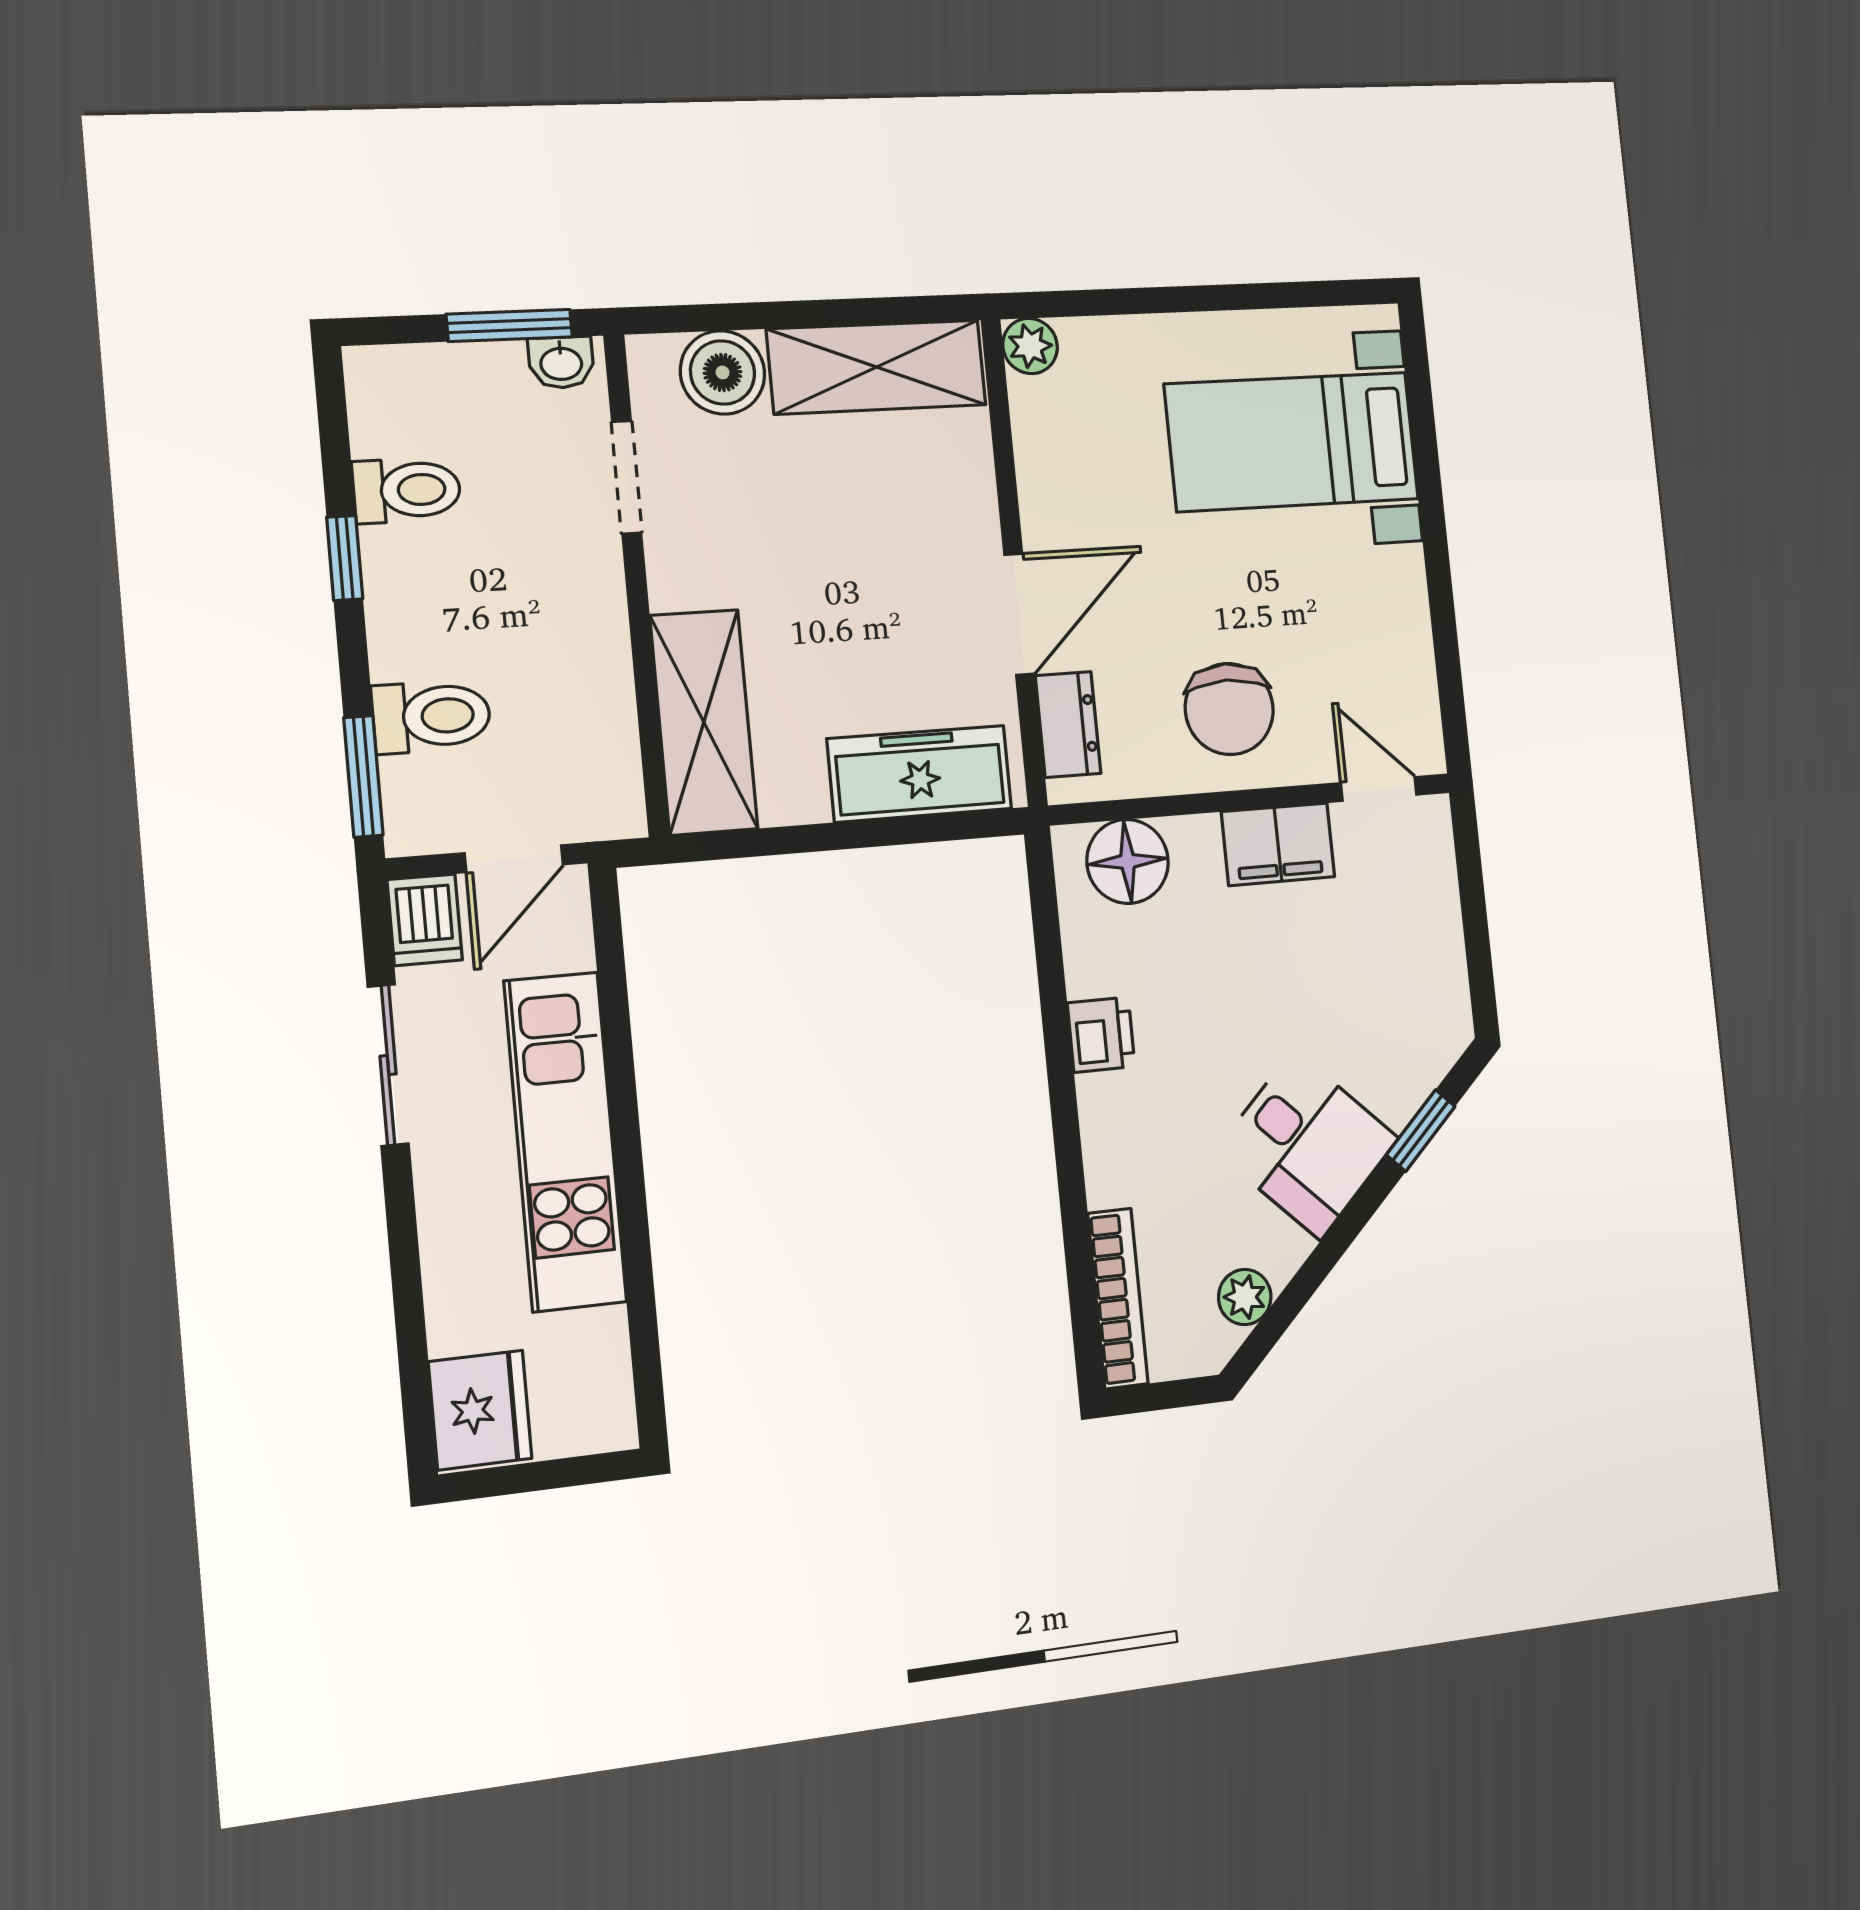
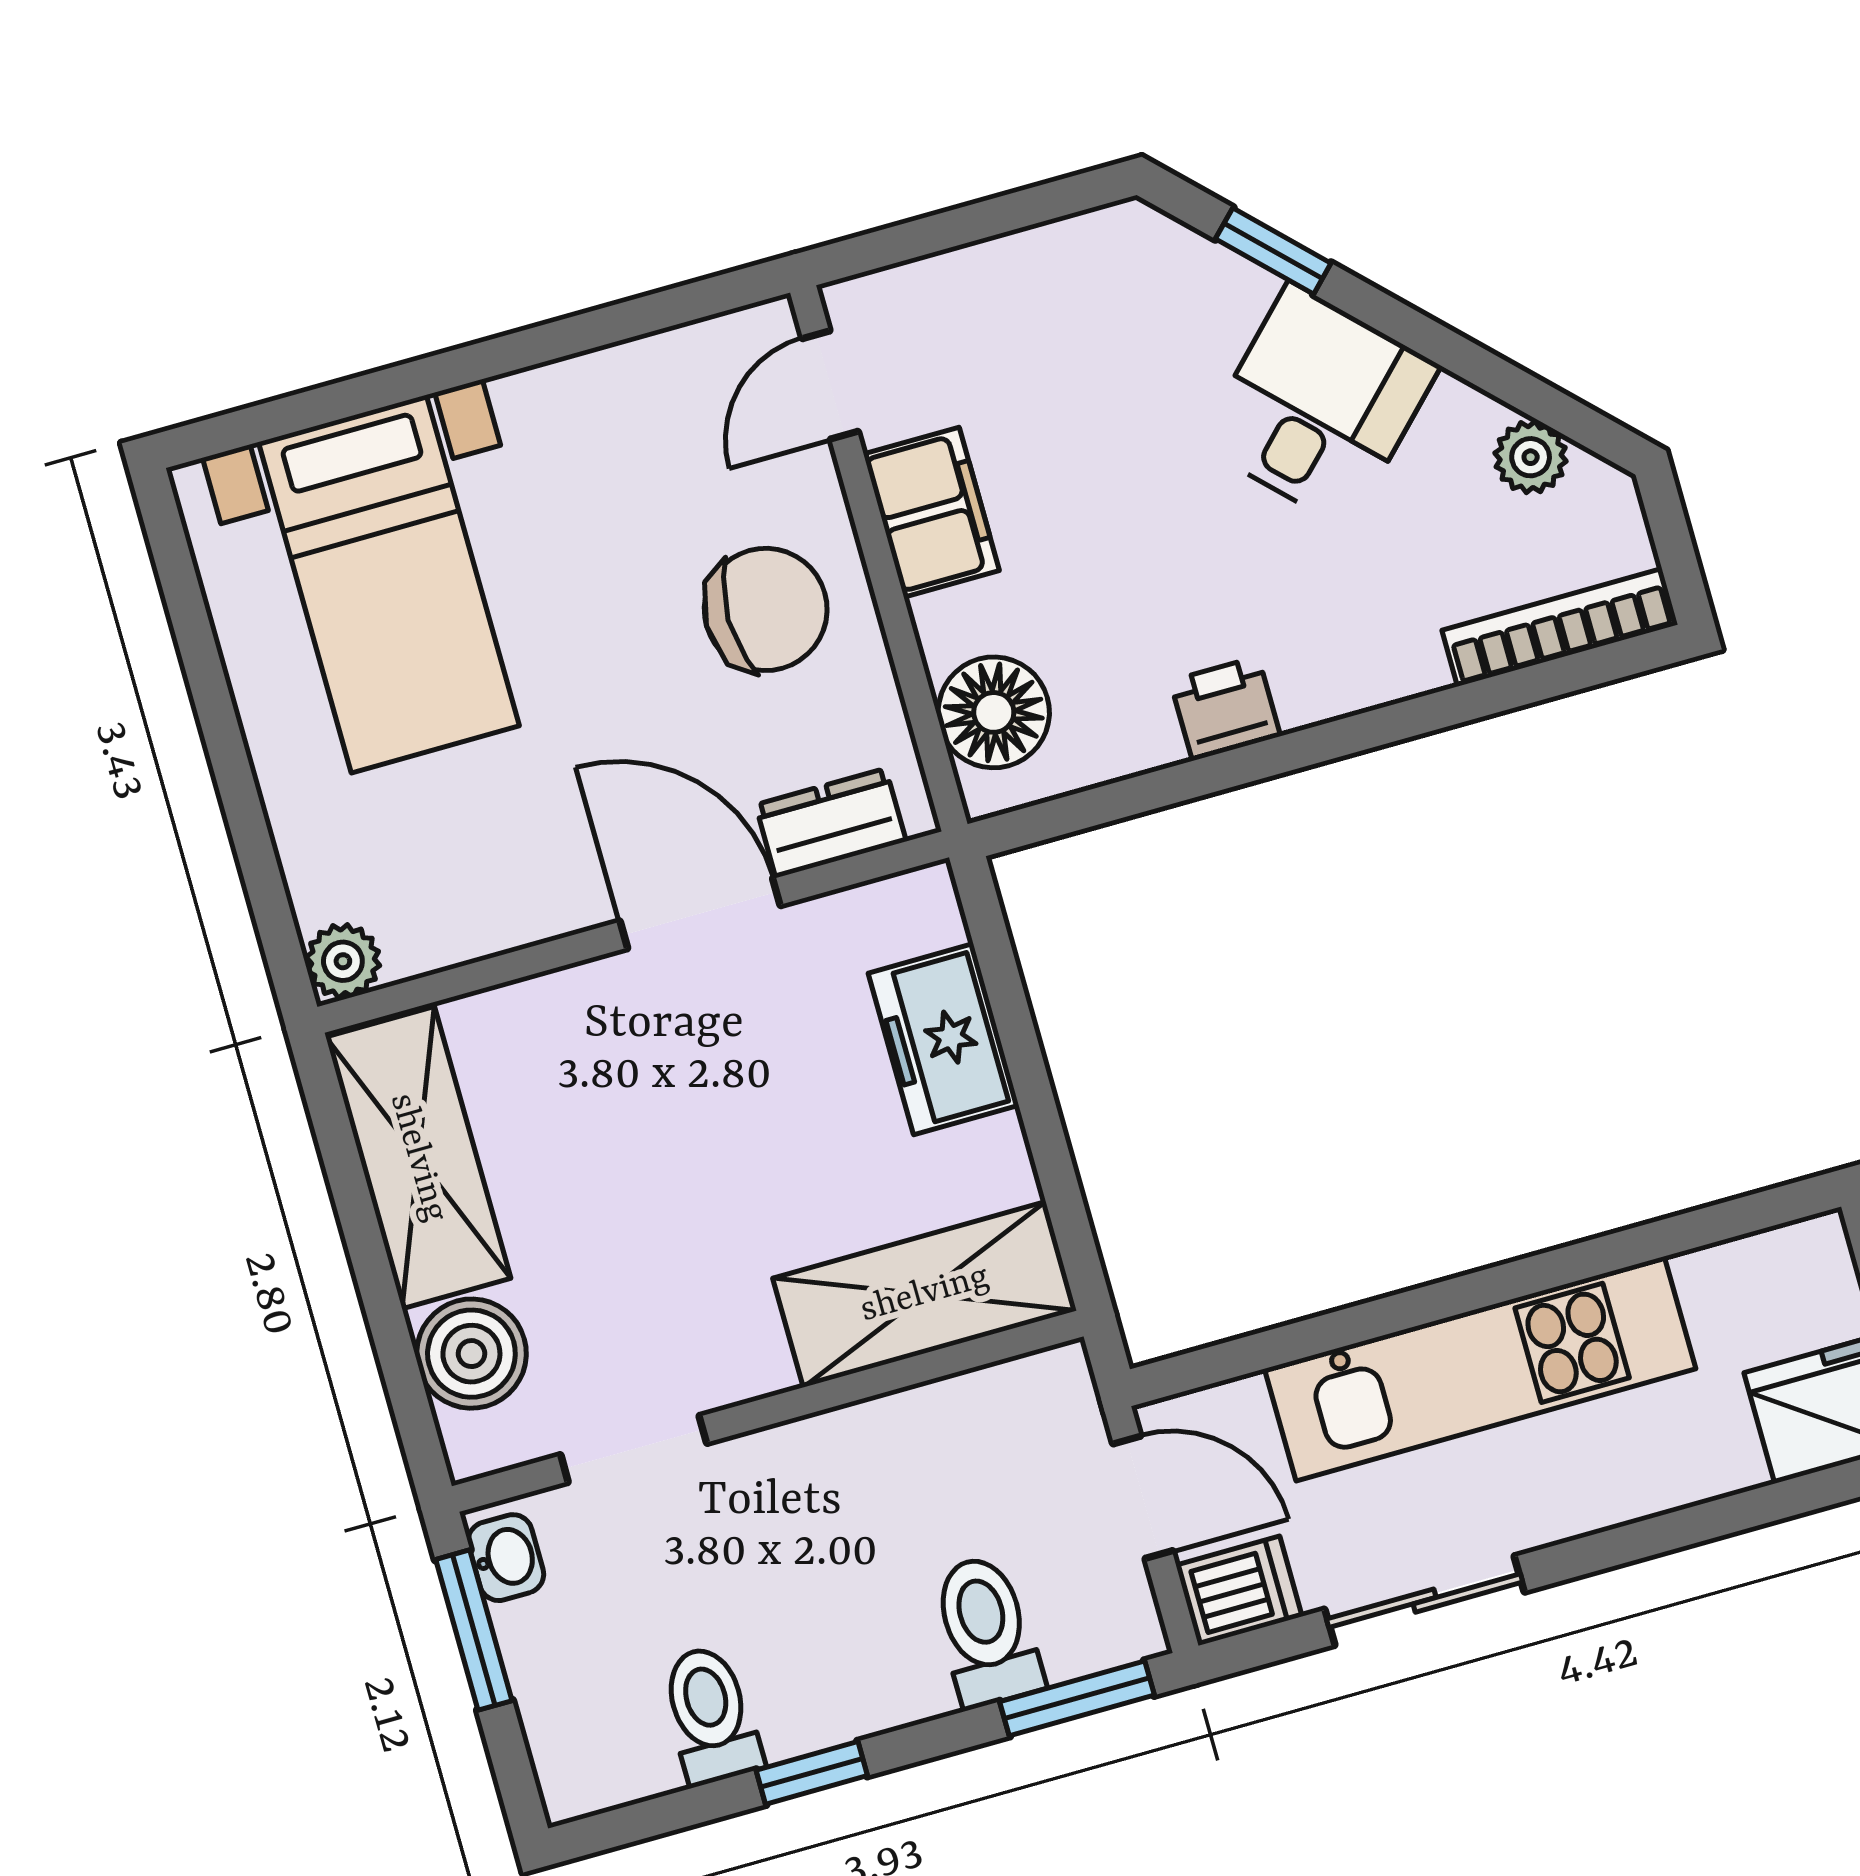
freezer: (920, 774) -> (943, 1039), width x0.71

